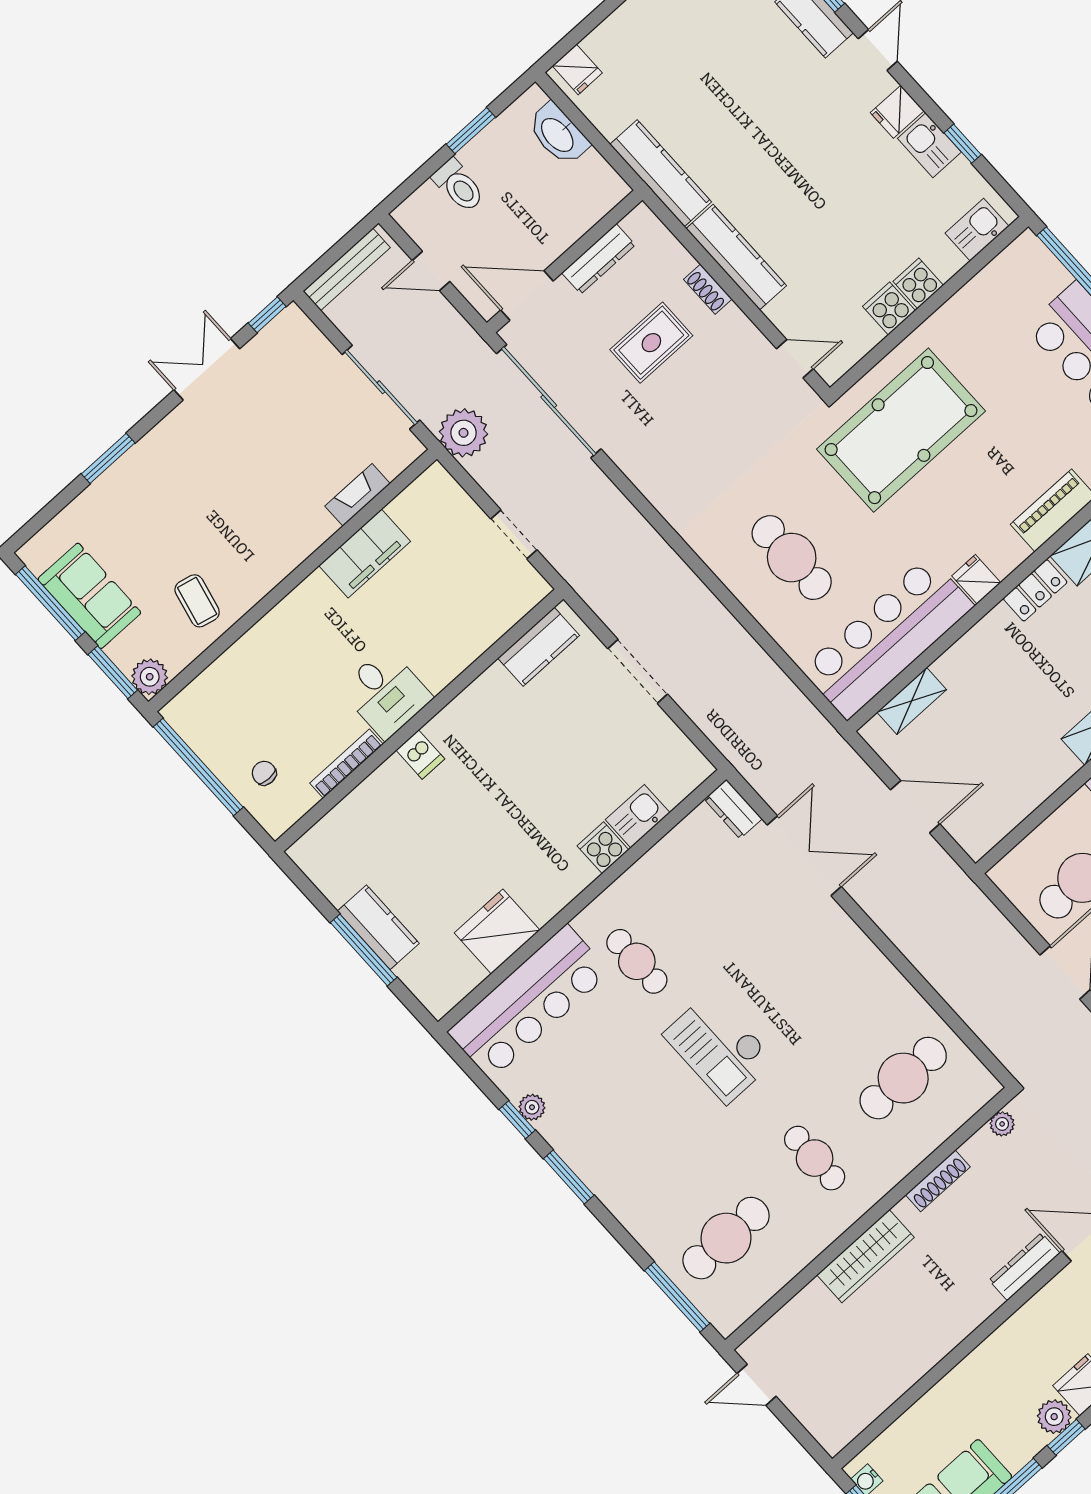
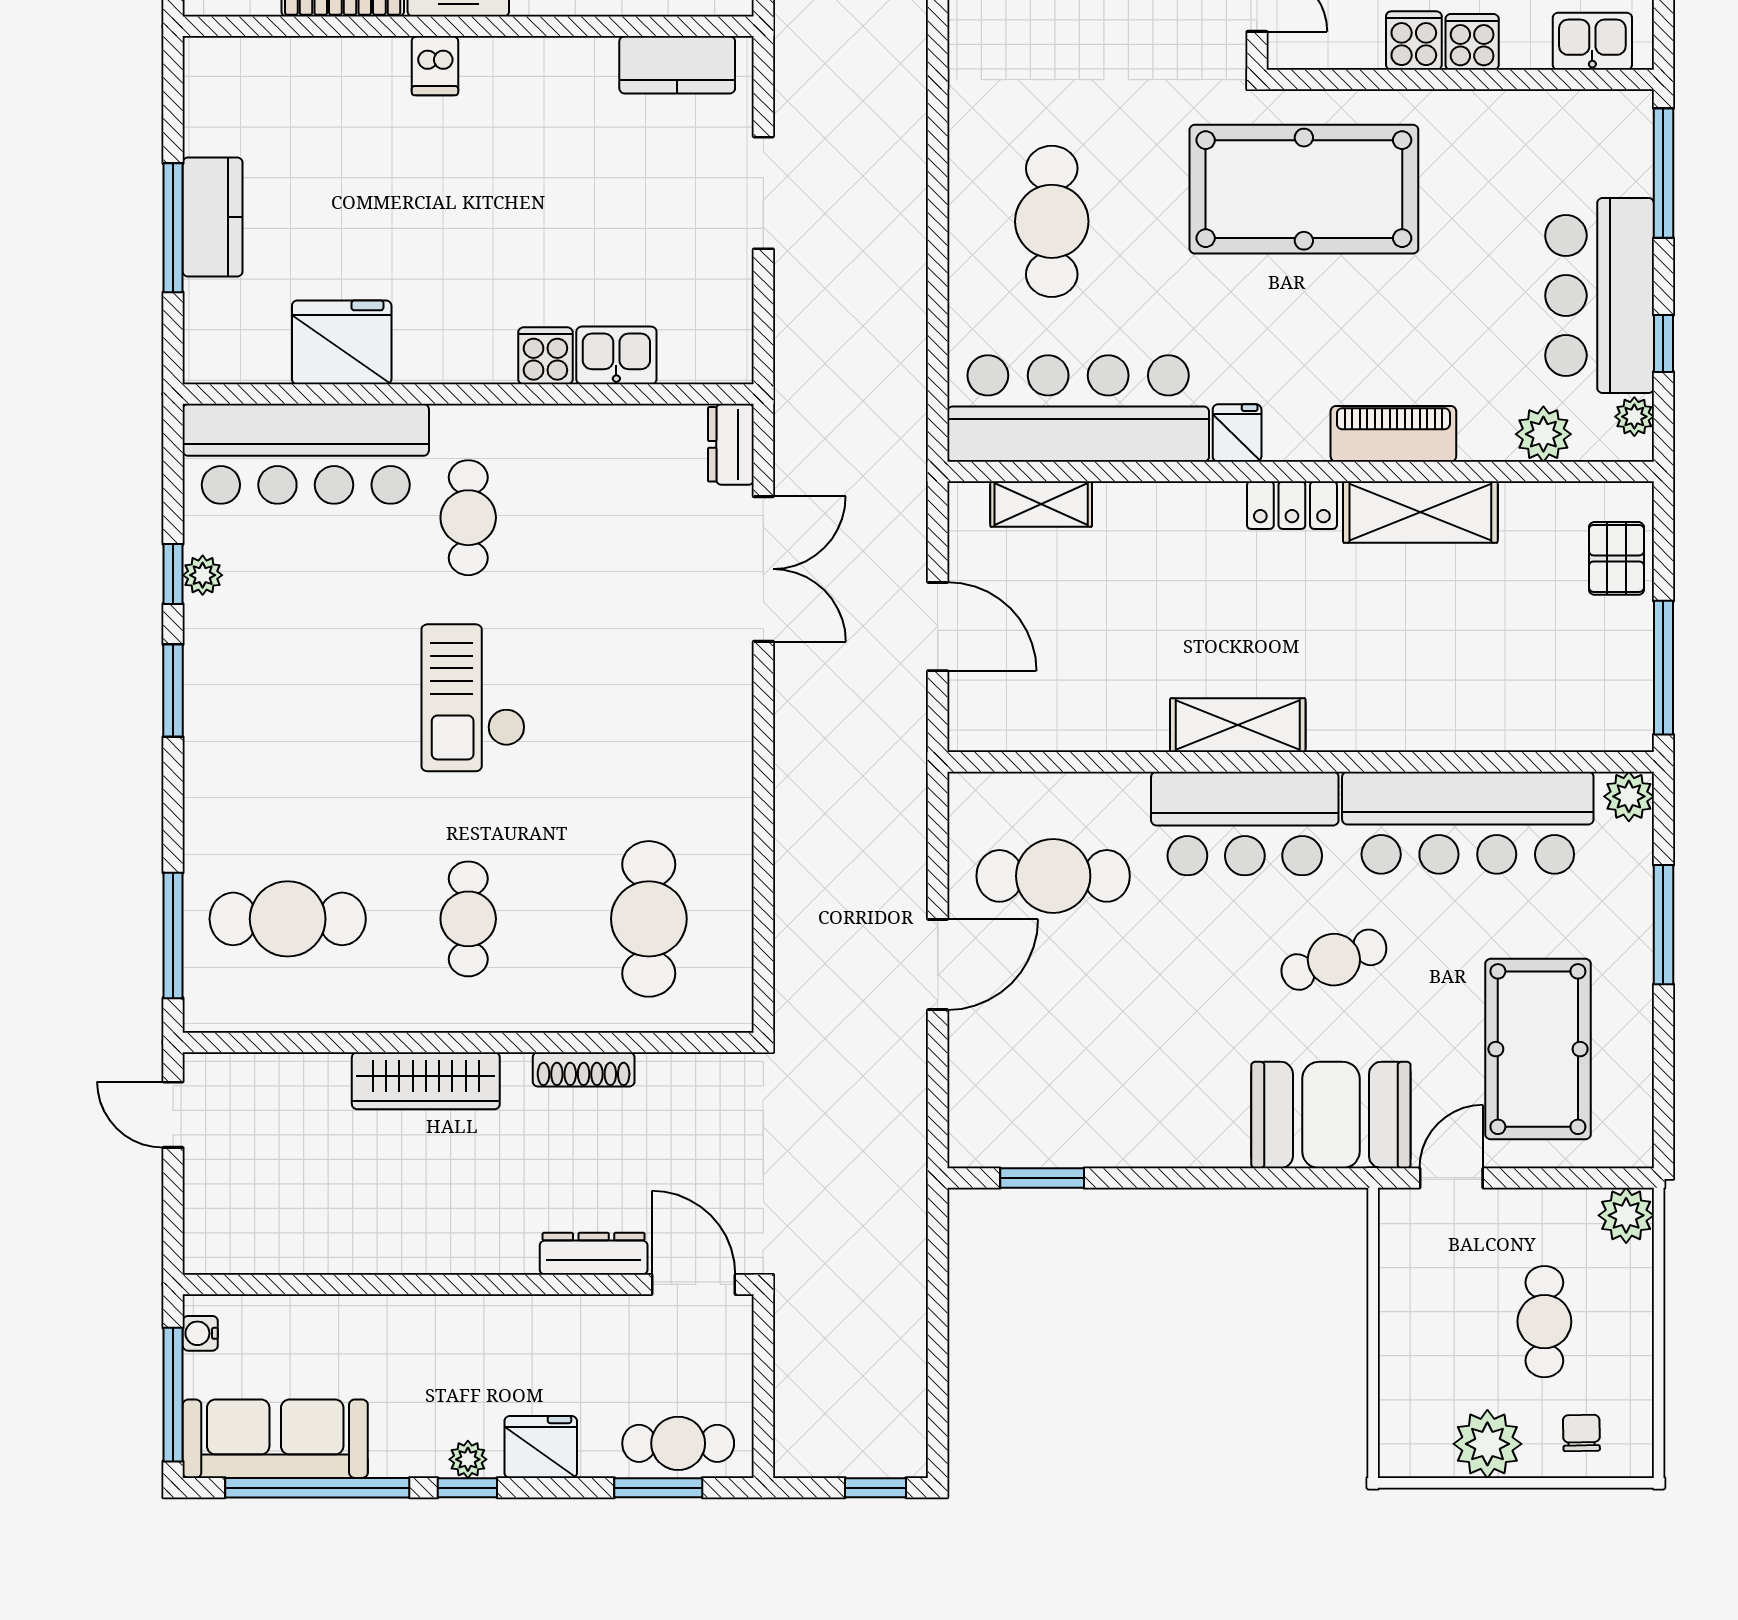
cafe table: (903, 1078) -> (649, 919), turned 90
plant: (1002, 1124) -> (713, 1071), removed
plant: (1054, 1417) -> (468, 1459), width x0.73, depth x0.73

